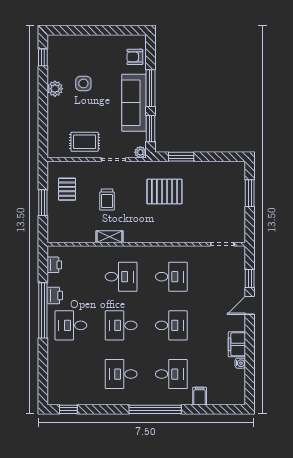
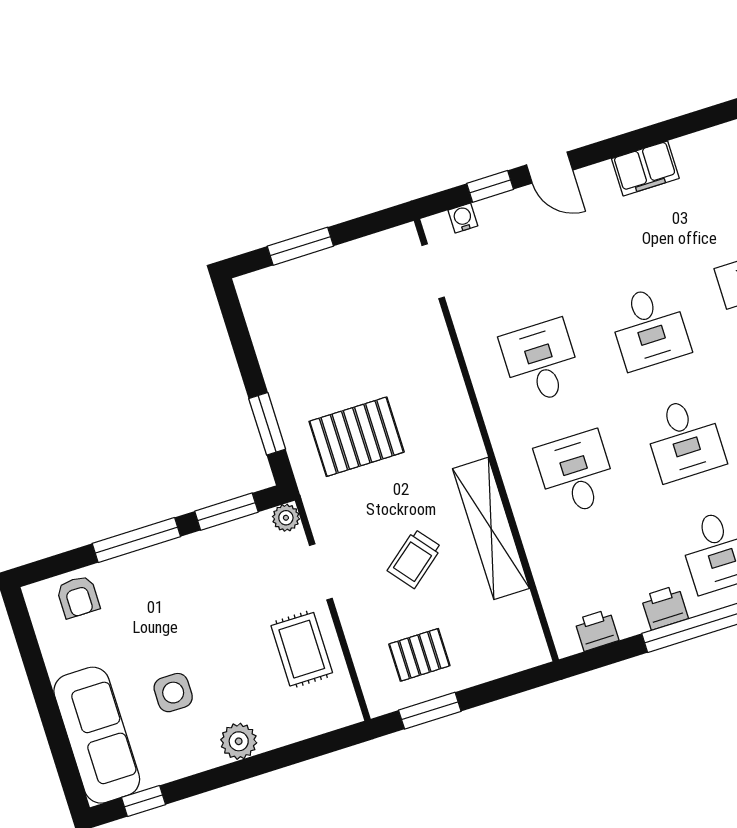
plant: (55, 89) -> (239, 741), moved
sofa: (134, 103) -> (97, 735), moved, turned -90
pallet: (164, 192) -> (357, 437), turned 90
trolley: (107, 199) -> (414, 559), turned 141
window: (43, 203) -> (430, 711), moved
shelving: (110, 237) -> (491, 528), width x2.20, depth x1.33
desk: (171, 325) -> (649, 328), turned 180
water cooler: (240, 363) -> (463, 218), moved

